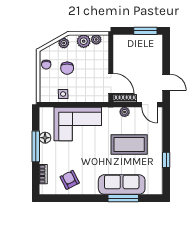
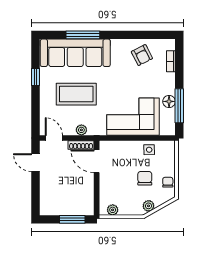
window: (145, 31) -> (72, 219), moved
plant: (84, 41) -> (126, 208), removed
window: (36, 146) -> (179, 106), moved
sofa: (122, 185) -> (75, 53), width x1.36, depth x1.27

